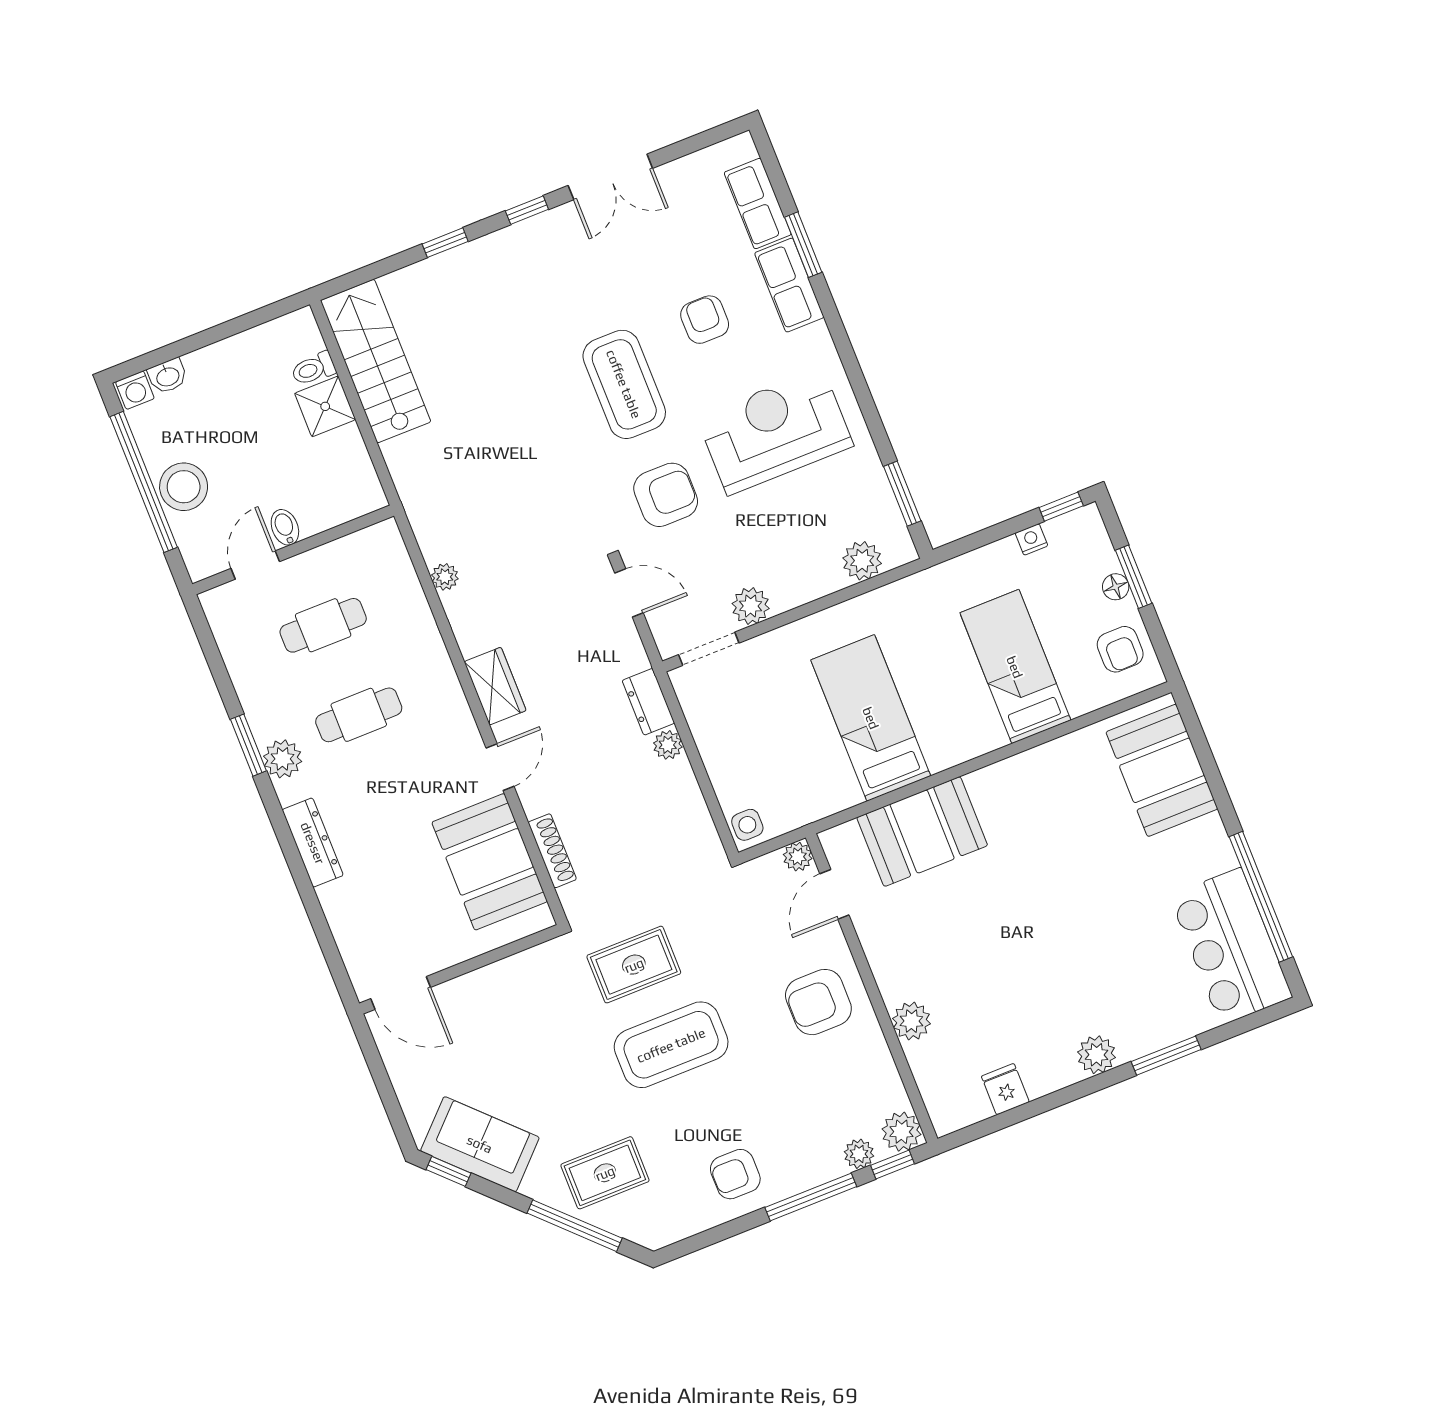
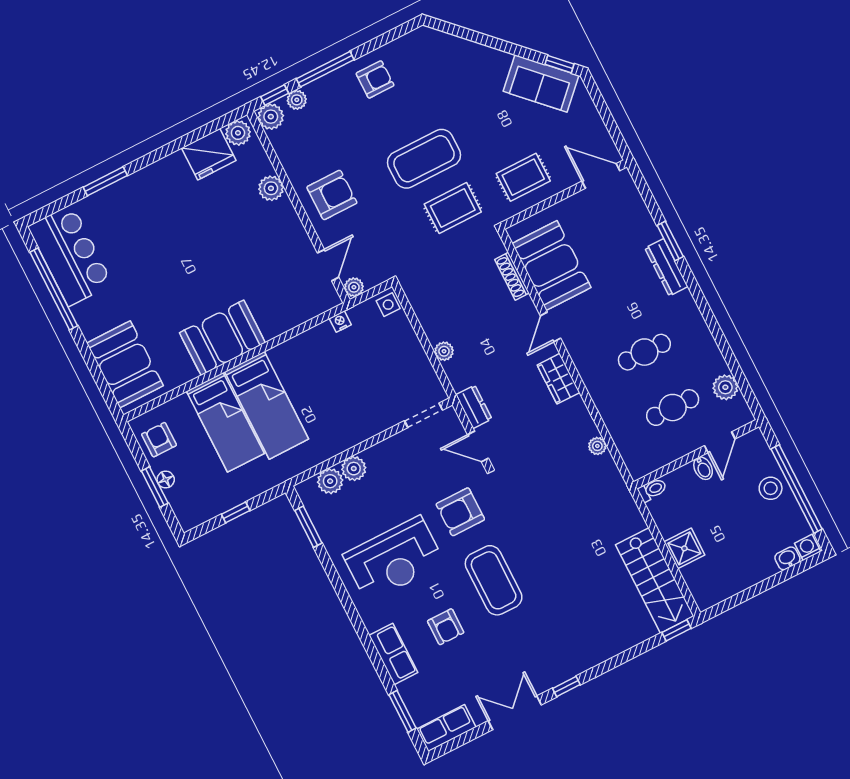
row of seats: (758, 203) -> (446, 728), moved, turned -90
window: (445, 243) -> (676, 630), moved
window: (803, 245) -> (402, 711), moved
toilet: (313, 369) -> (652, 490), moved
stool: (184, 487) -> (771, 488), width x0.73, depth x0.73
window: (1061, 507) -> (236, 512), moved
nightstand: (1031, 539) -> (340, 322), moved, turned 180
plant: (751, 606) -> (354, 469), moved
dresser: (648, 702) -> (474, 407), moved
bed: (871, 718) -> (267, 405), moved
window: (248, 745) -> (670, 241), moved
plant: (283, 759) -> (725, 387), moved
booth: (922, 832) -> (222, 338), moved
plant: (1096, 1055) -> (238, 133), moved
fridge: (1005, 1089) -> (209, 154), width x1.88, depth x1.34
rug: (605, 1173) -> (523, 177), moved
window: (575, 1226) -> (475, 37), removed

